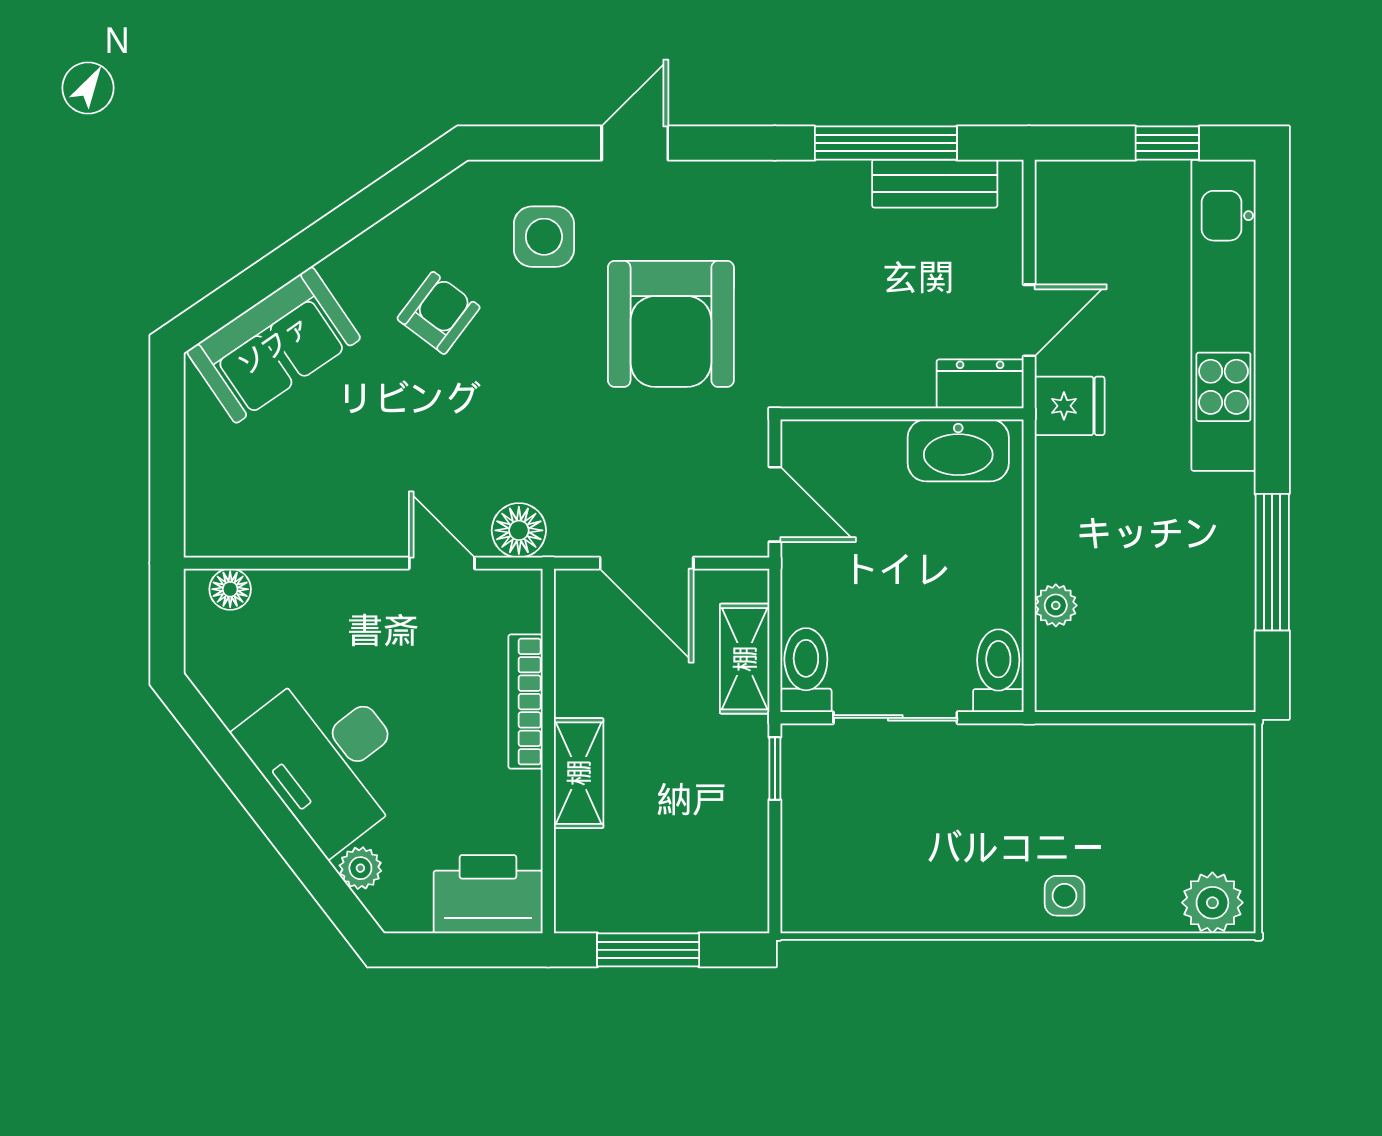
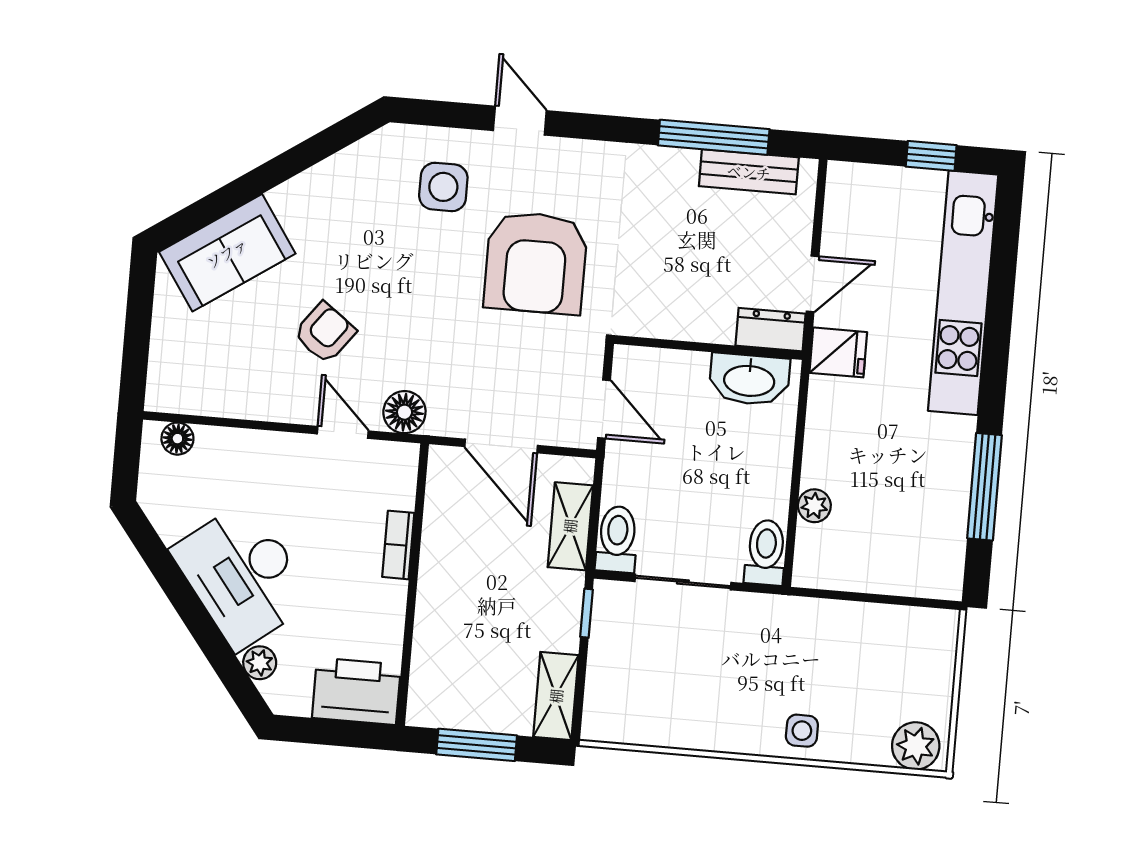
door: (635, 143) -> (520, 121), hinge flipped
armchair: (439, 313) -> (325, 333), moved
bookcase: (526, 702) -> (398, 545), width x0.64
shelving: (579, 773) -> (556, 696), moved

